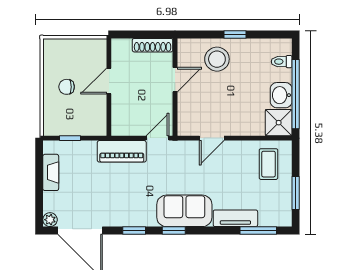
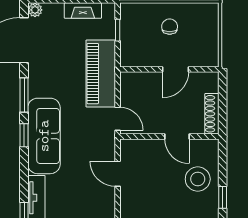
door: (109, 81) -> (175, 69), swing flipped
piano: (122, 151) -> (101, 74), width x1.37, depth x1.33
sofa: (184, 211) -> (44, 136), width x1.36
window: (134, 231) -> (24, 95), width x1.50

